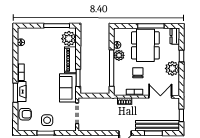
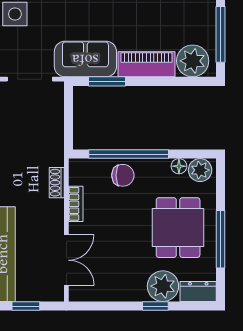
dining table: (145, 45) -> (178, 228), width x0.73
plant: (119, 55) -> (200, 170), moved
plant: (172, 68) -> (163, 286), moved
chair: (138, 73) -> (123, 175), moved

